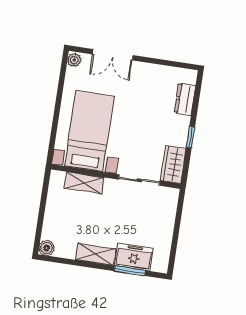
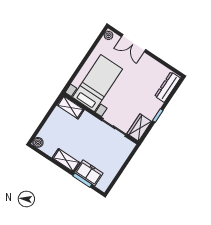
dresser: (185, 99) -> (168, 87), width x1.44
shelving: (84, 183) -> (70, 107), moved

